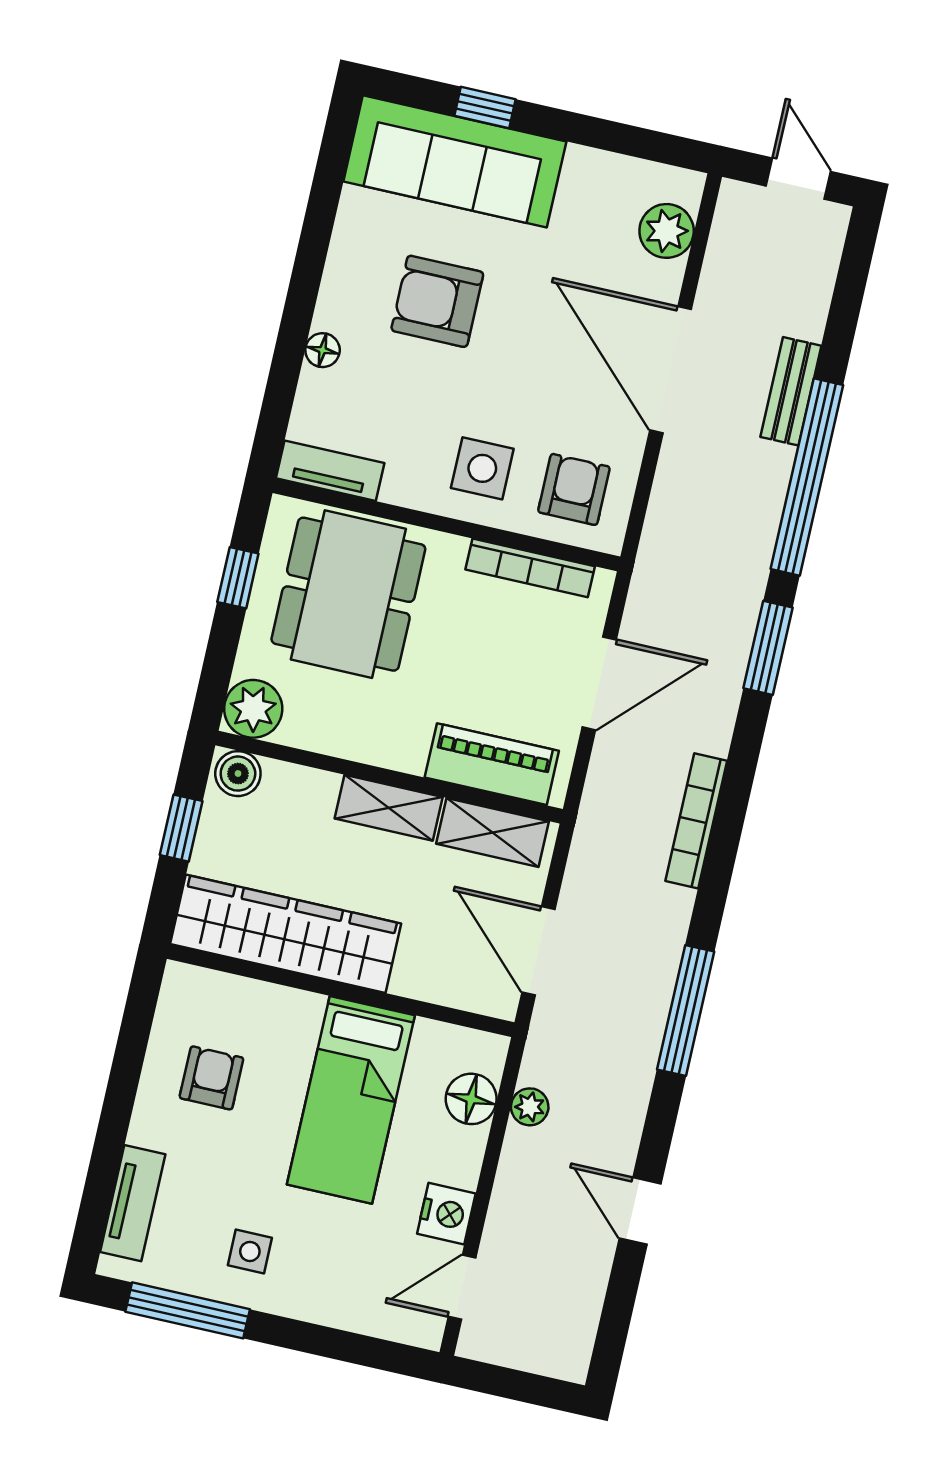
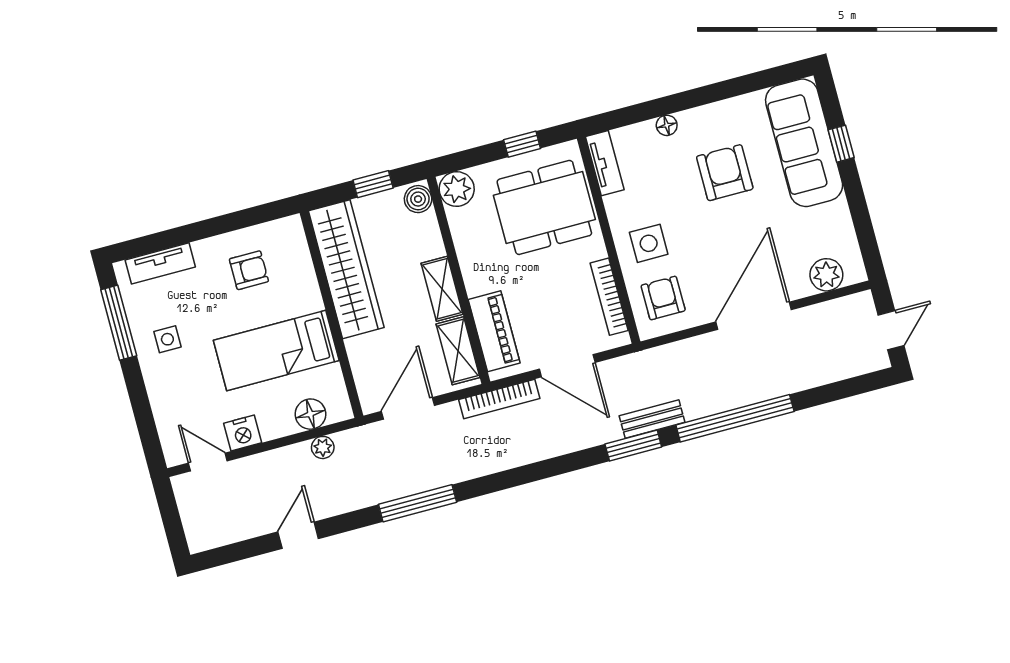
bench: (791, 391) -> (652, 419), moved
armchair: (574, 489) -> (663, 298), turned -90
bookcase: (696, 821) -> (499, 399), moved, turned 180

